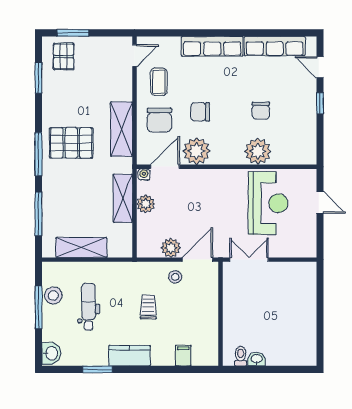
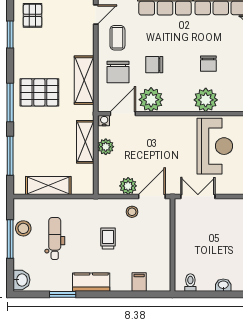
washbasin: (257, 359) -> (223, 285), moved

